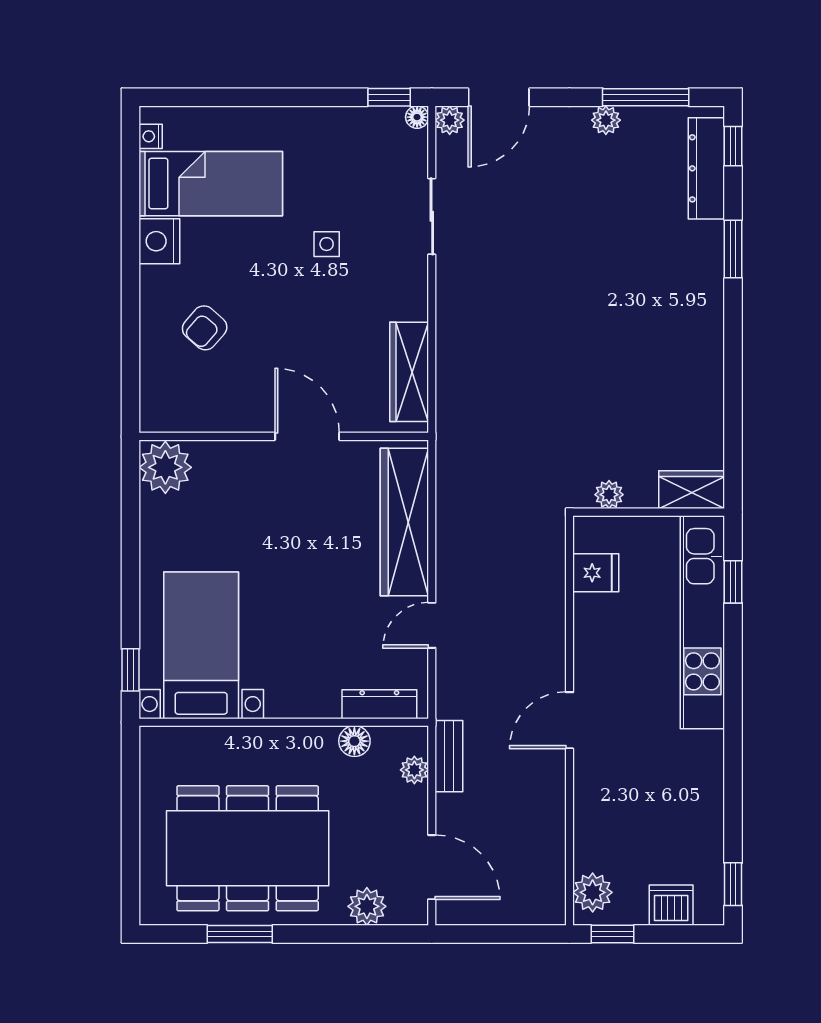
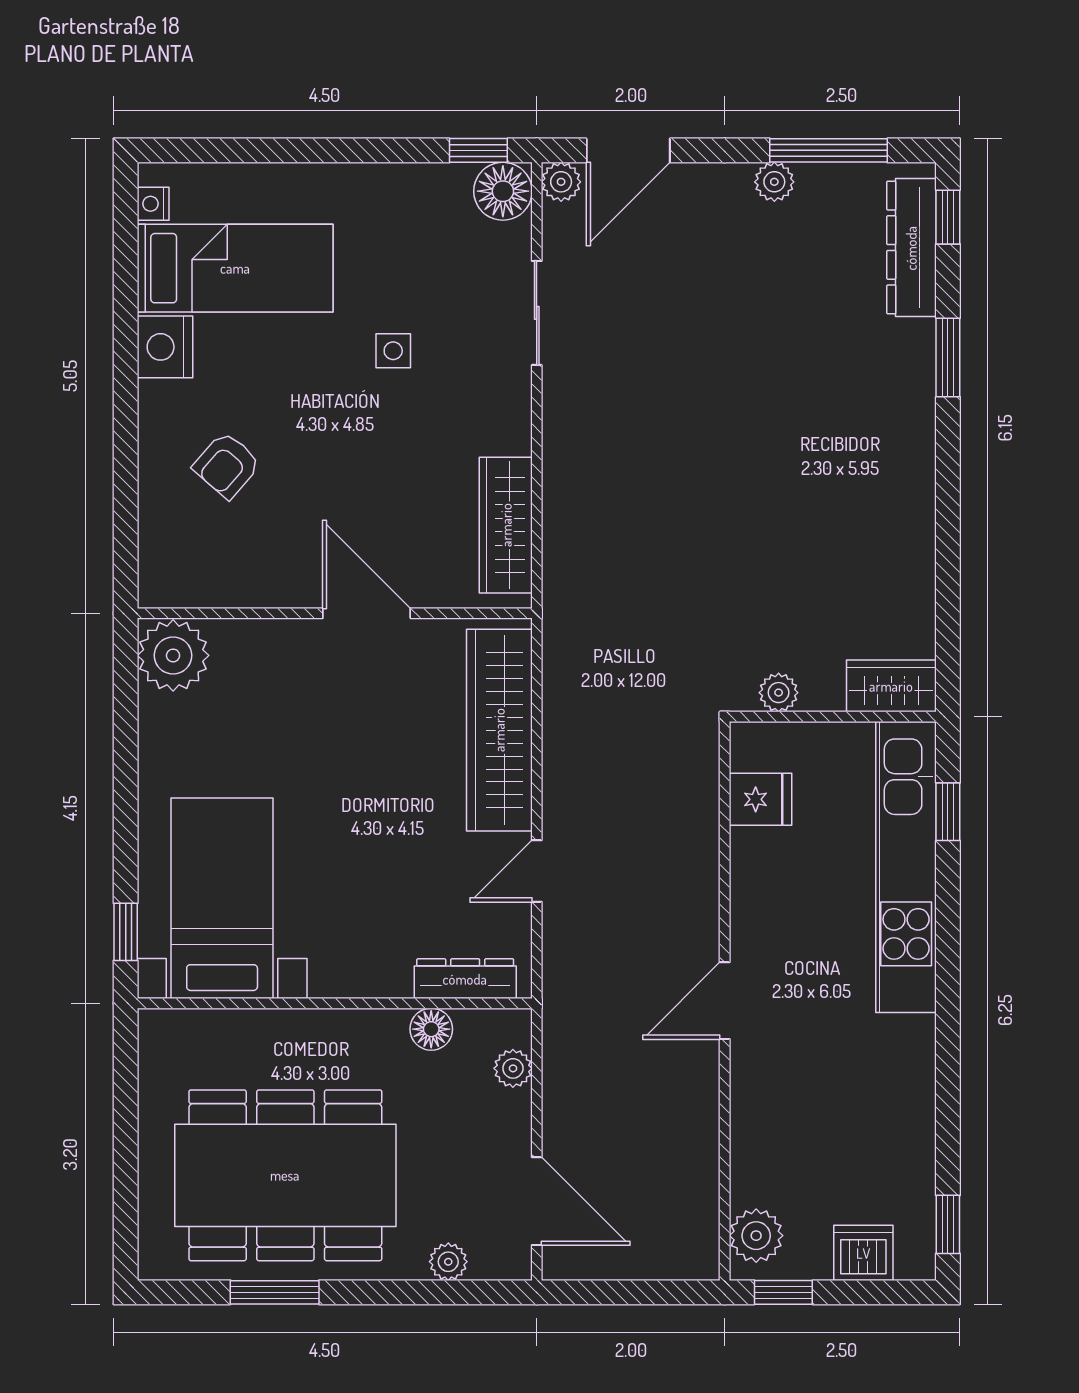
floor lamp: (417, 117) -> (503, 191), width x1.89, depth x1.89
bench: (449, 756) -> (560, 1050), removed
plant: (367, 906) -> (448, 1262), width x0.73, depth x0.73

